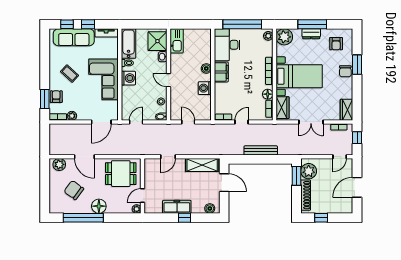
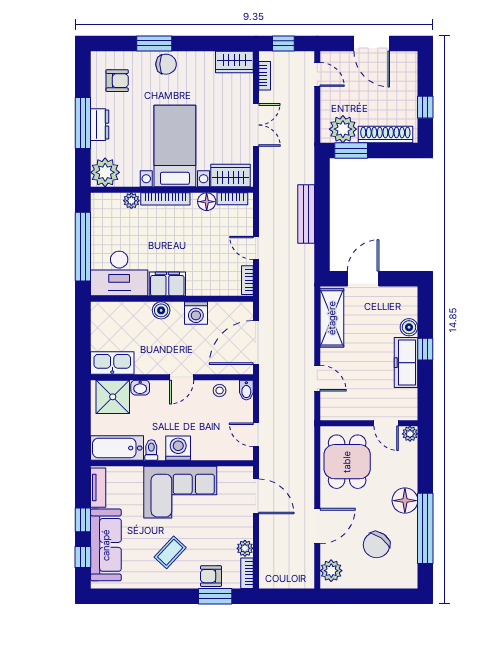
plant: (268, 36) -> (131, 201), moved
door: (188, 122) -> (256, 342), width x1.87
boiler: (210, 208) -> (409, 327), moved

